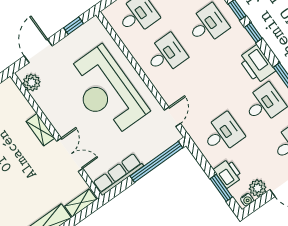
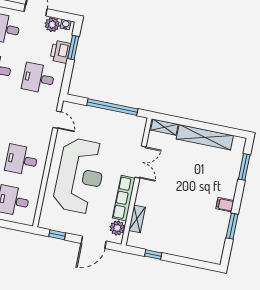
door: (172, 117) -> (57, 120), swing flipped
shelving: (40, 130) -> (137, 219), moved
double door: (70, 155) -> (141, 162), swing flipped
window: (156, 162) -> (112, 107), moved
row of seats: (118, 174) -> (124, 198), moved, turned 90

